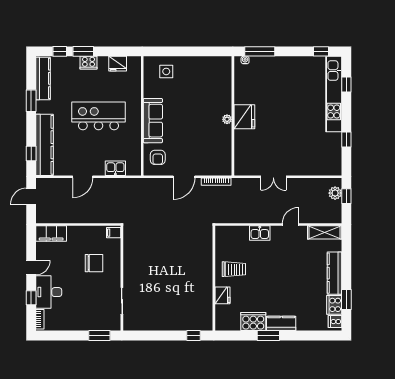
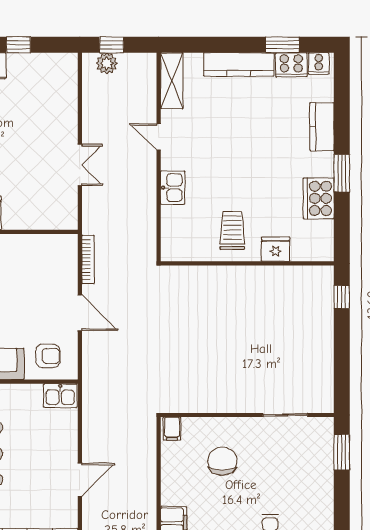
kitchen sink: (115, 168) -> (60, 396), moved, turned -90
door: (83, 177) -> (80, 480), hinge flipped
kitchen counter: (281, 323) -> (322, 127), moved

